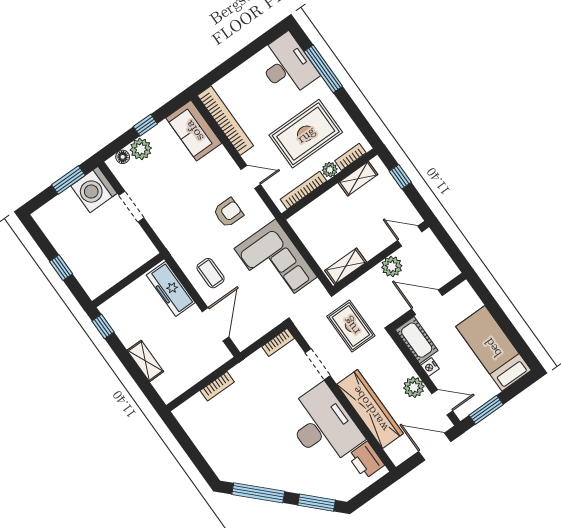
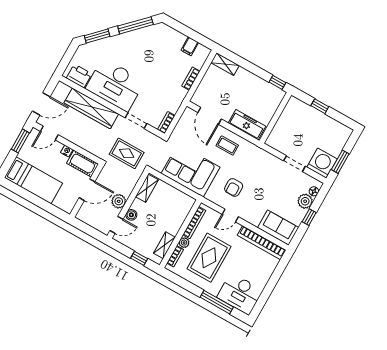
boiler: (383, 240) -> (131, 215), added
shelving: (145, 361) -> (225, 64), moved
plant: (414, 387) -> (71, 134), removed
filing cabinet: (198, 430) -> (190, 46), added

